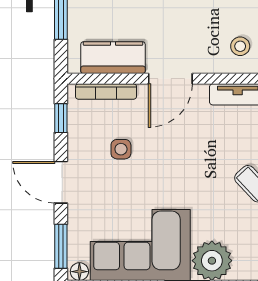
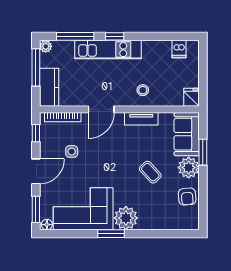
kitchen counter: (113, 58) -> (49, 87), moved, turned 90
door: (61, 182) -> (36, 171), swing flipped

